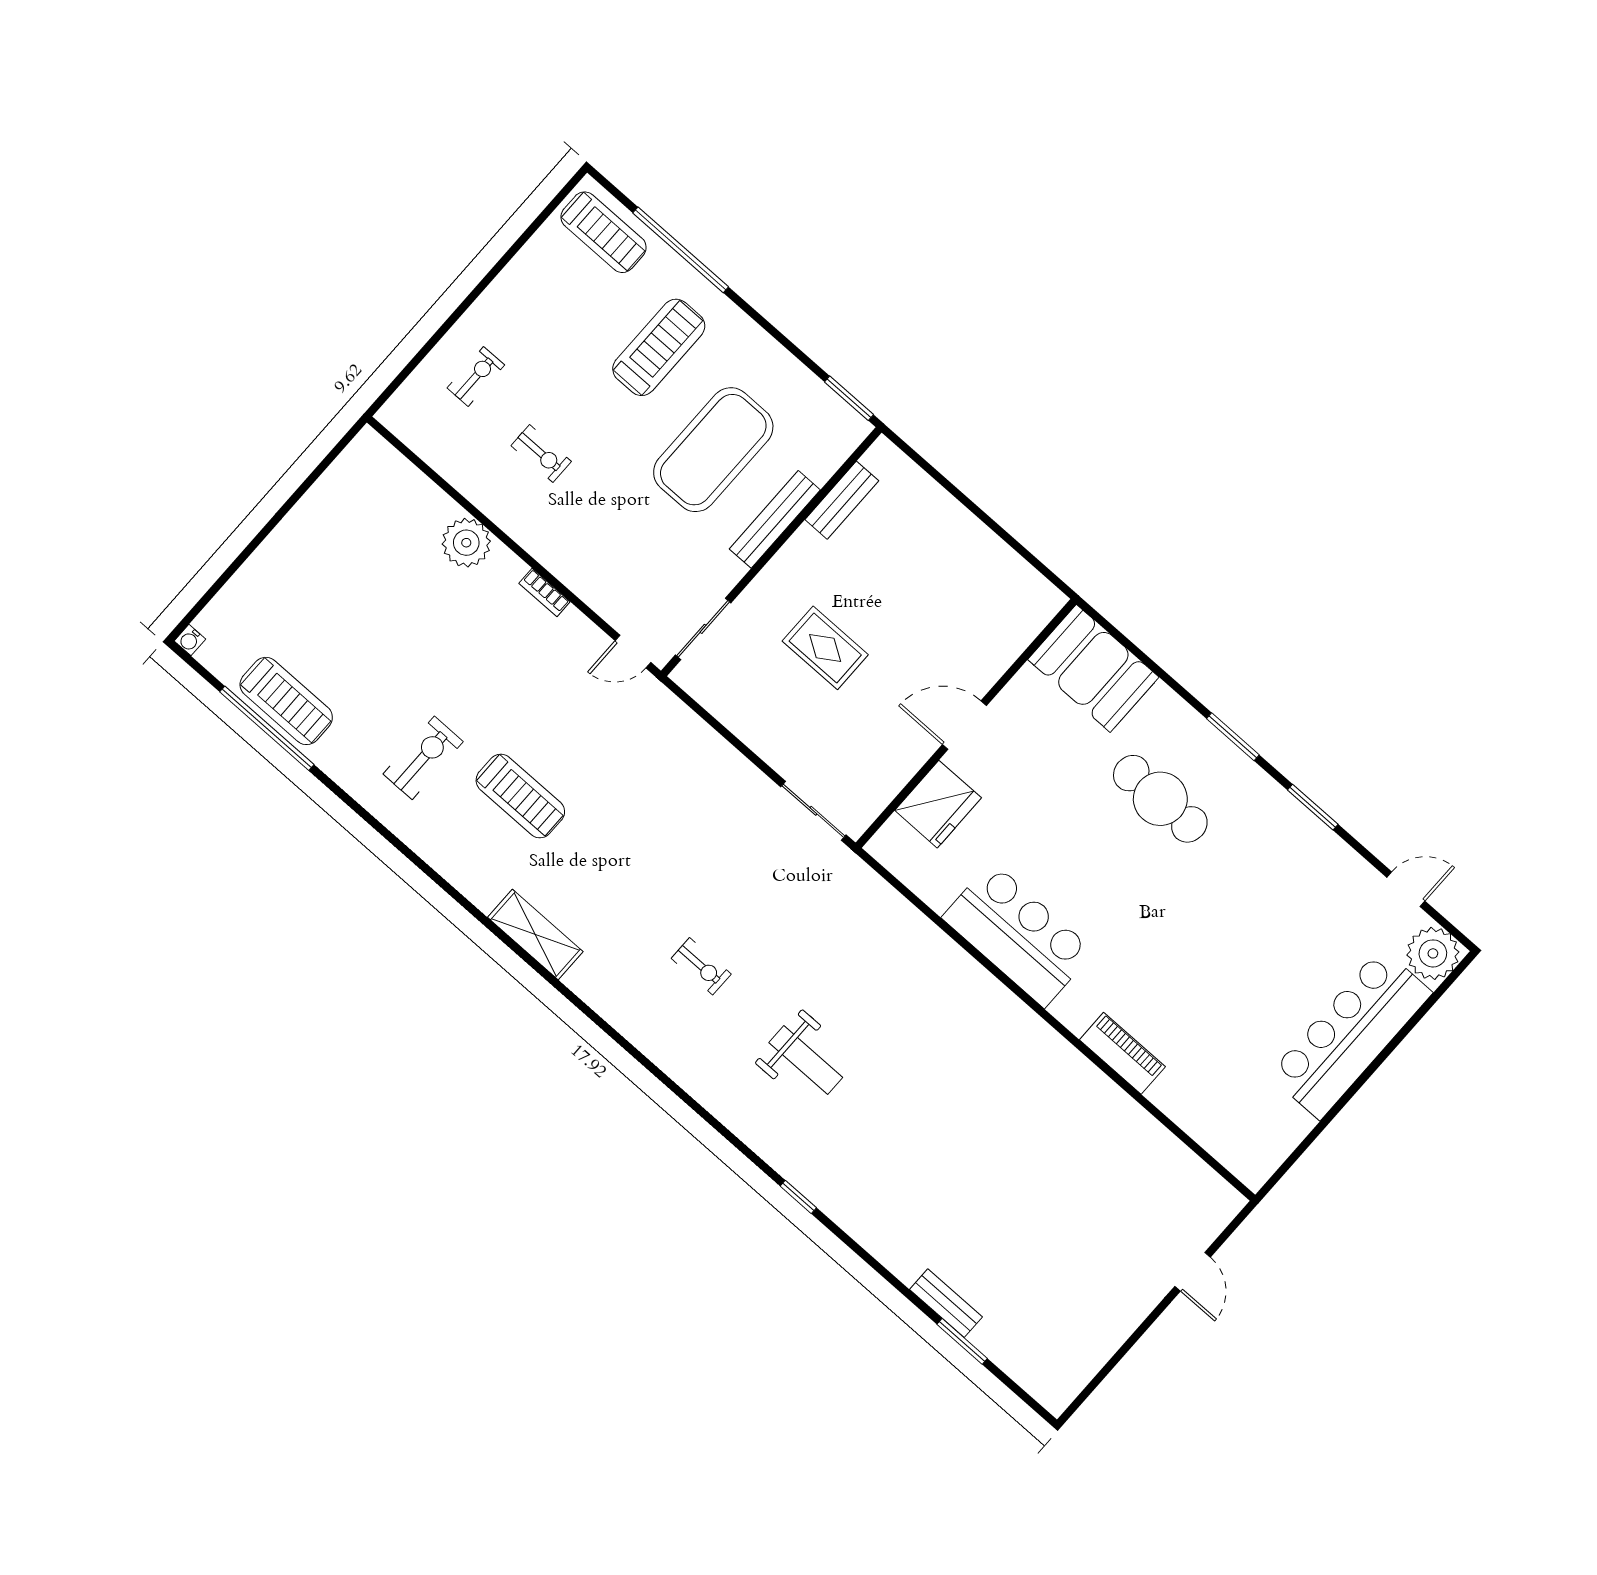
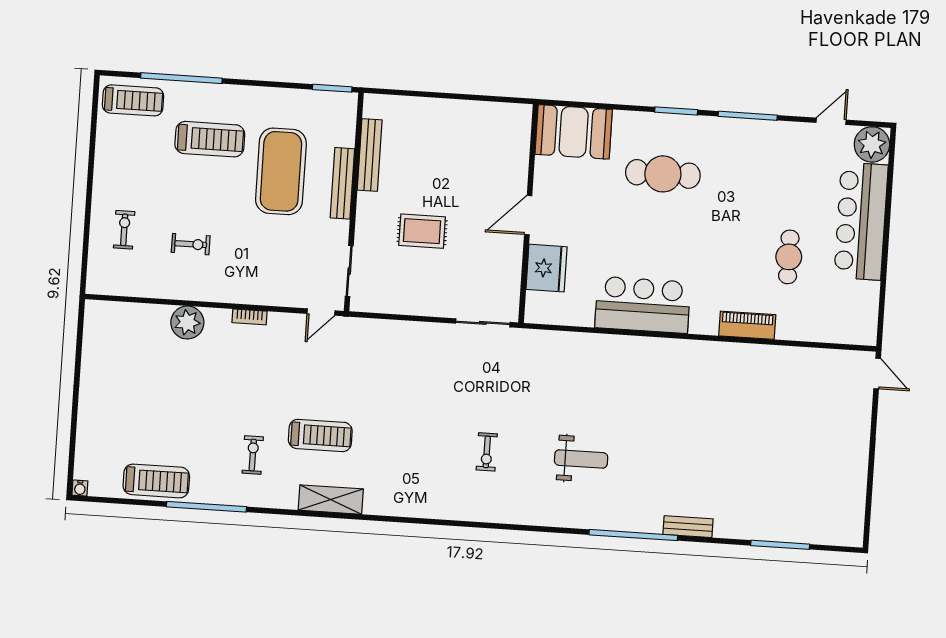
treadmill: (659, 347) -> (210, 139), turned 90
bench: (842, 500) -> (370, 155), width x1.36
window: (267, 728) -> (206, 507), moved
exercise bike: (423, 758) -> (253, 455), width x0.73, depth x0.72
window: (1313, 807) -> (748, 116), width x1.44
shelving: (535, 935) -> (331, 500), moved
exercise bike: (701, 966) -> (487, 452), turned 90
cafe table: (1233, 1010) -> (789, 257), added
window: (798, 1197) -> (633, 535), width x3.17
door: (1193, 1272) -> (877, 374), moved
bench: (946, 1303) -> (688, 527), moved
window: (962, 1341) -> (780, 545), width x1.44

